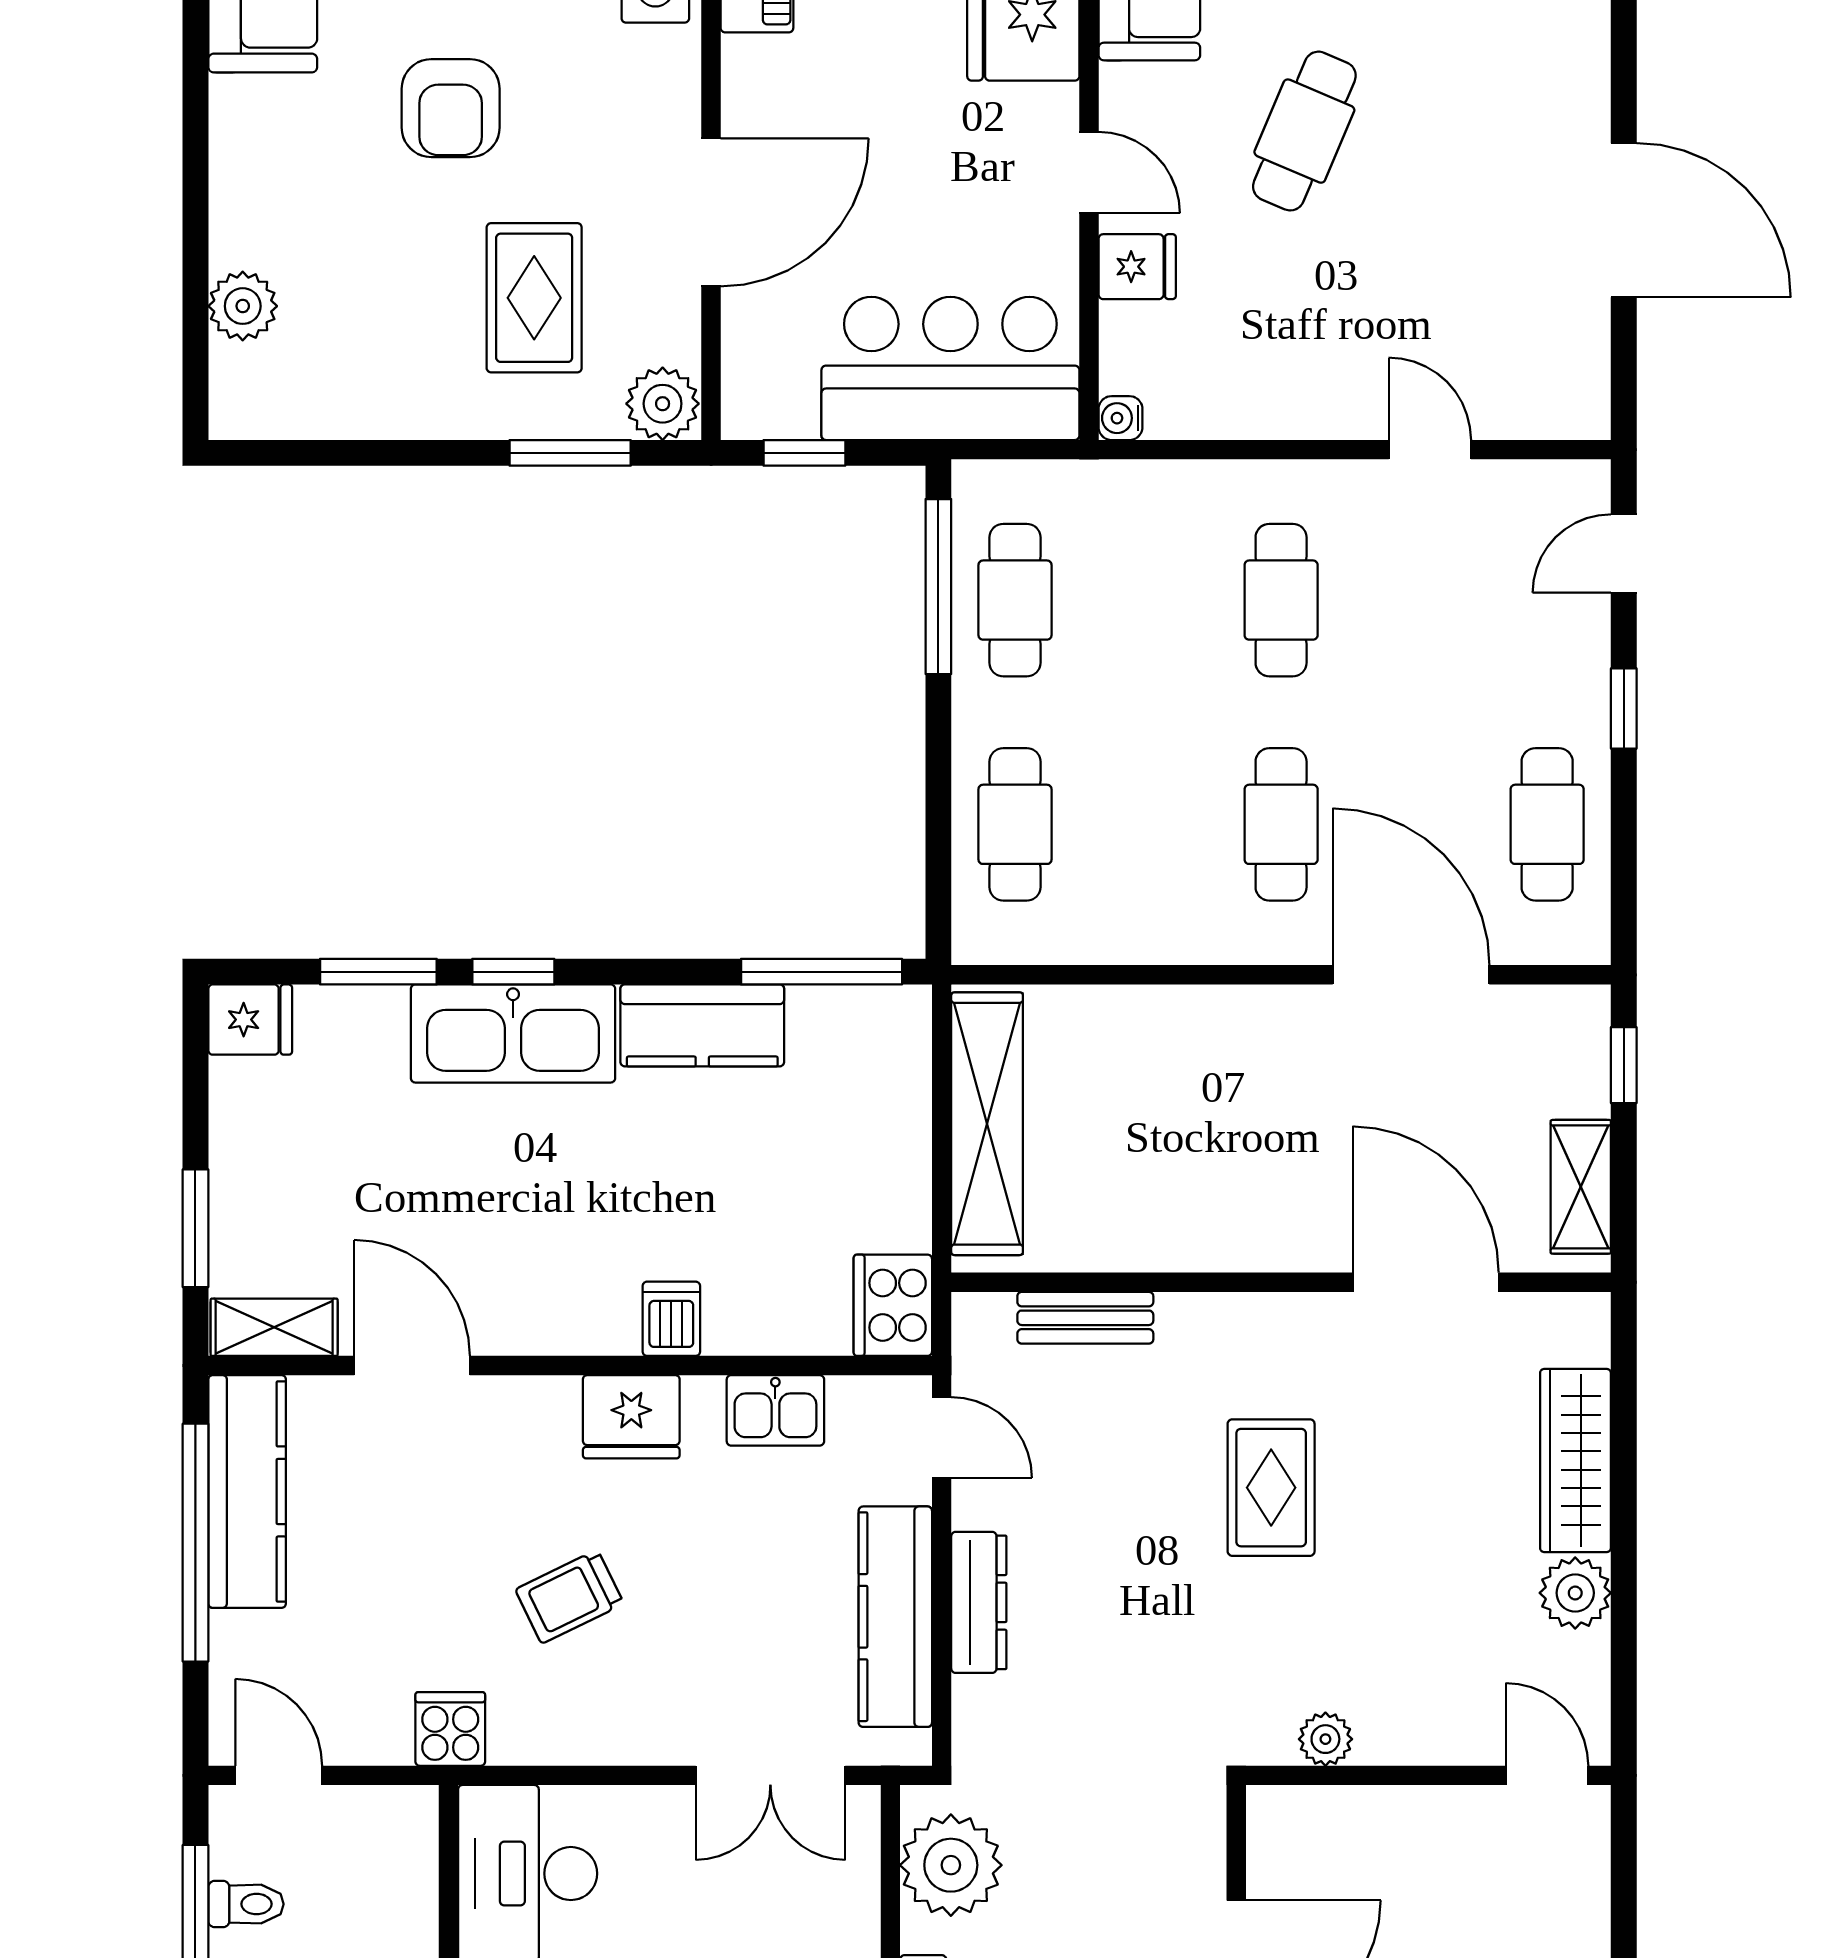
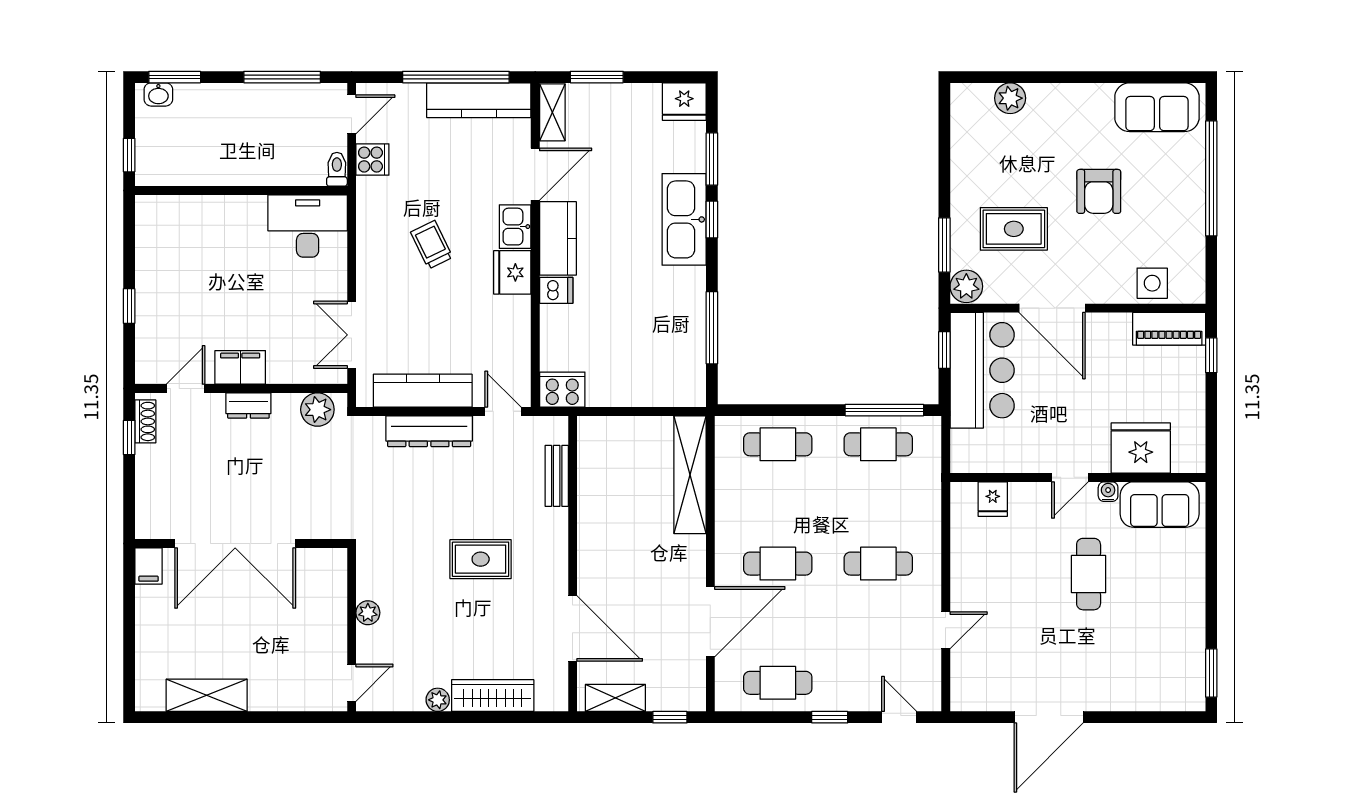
armchair: (451, 108) -> (1099, 191), turned -90
cafe table: (1304, 131) -> (1089, 574), turned 67
fridge: (1137, 267) -> (993, 499), moved
bar counter: (950, 368) -> (982, 370), moved
water cooler: (1120, 418) -> (1108, 492), moved
window: (822, 972) -> (712, 328), moved
fridge: (250, 1020) -> (684, 102), width x1.38
kitchen counter: (702, 1025) -> (558, 238), moved, turned 180
shelving: (987, 1124) -> (690, 475), moved, turned 90
door: (1426, 1282) -> (573, 628), hinge flipped
kitchen sink: (775, 1410) -> (515, 227), moved
door: (942, 1438) -> (503, 411), swing flipped
plant: (1575, 1593) -> (438, 700), width x0.73, depth x0.73
dresser: (979, 1602) -> (429, 431), width x1.37, depth x1.24
cooker: (450, 1729) -> (372, 160), moved
plant: (1325, 1739) -> (368, 613), moved
plant: (951, 1865) -> (317, 410), width x0.73, depth x0.73
toilet: (246, 1904) -> (337, 169), moved, turned 180

